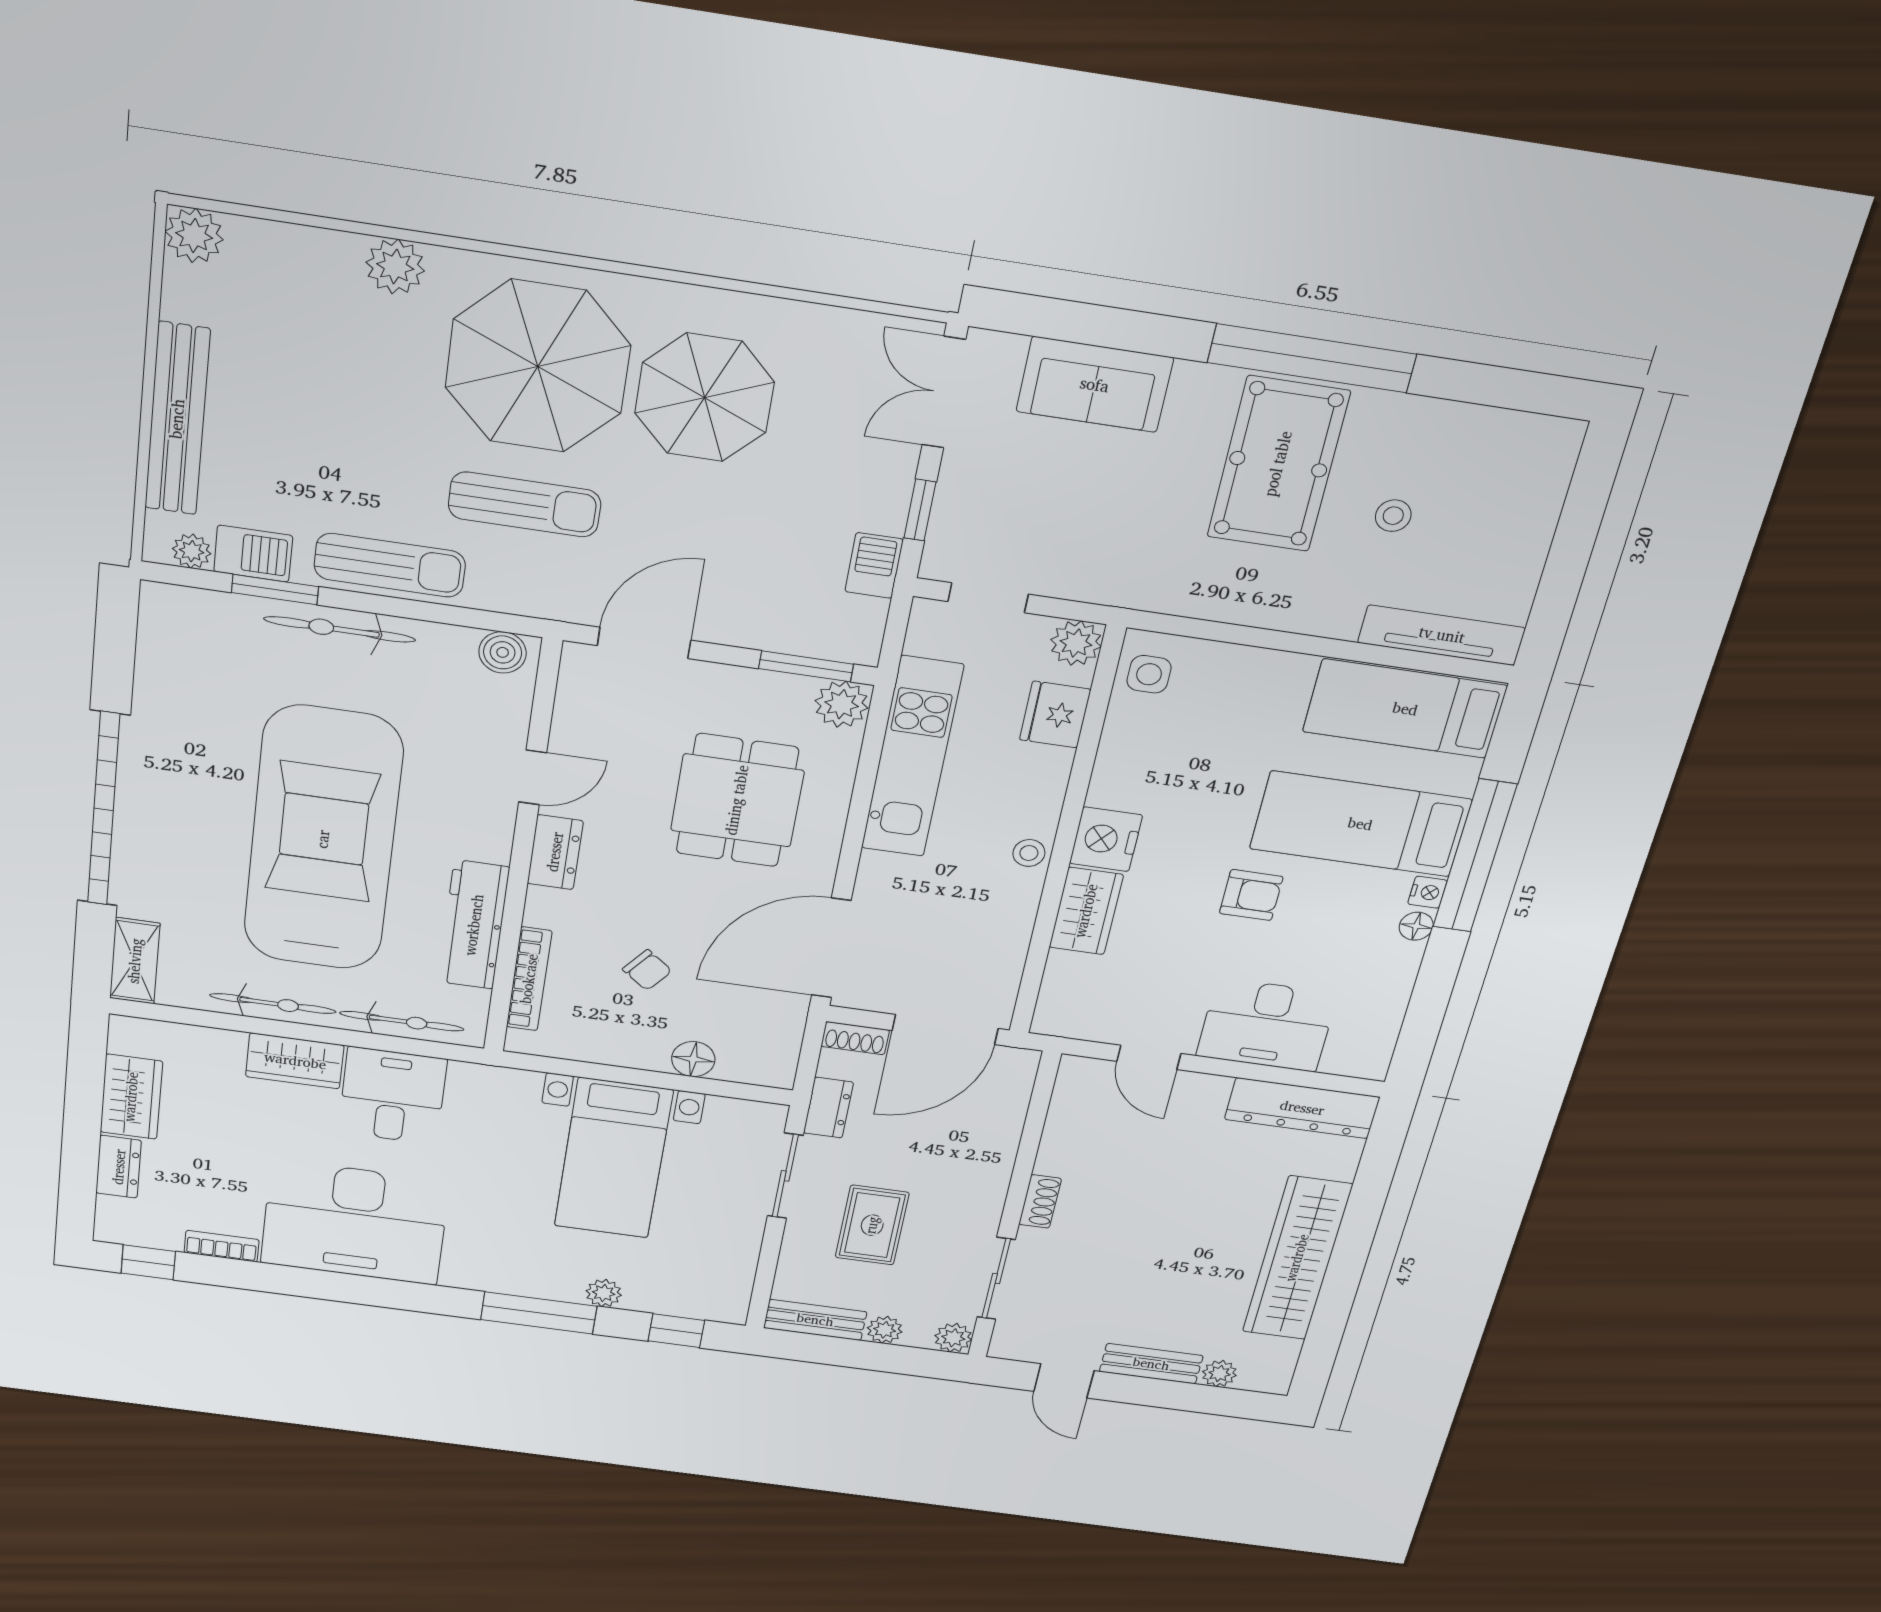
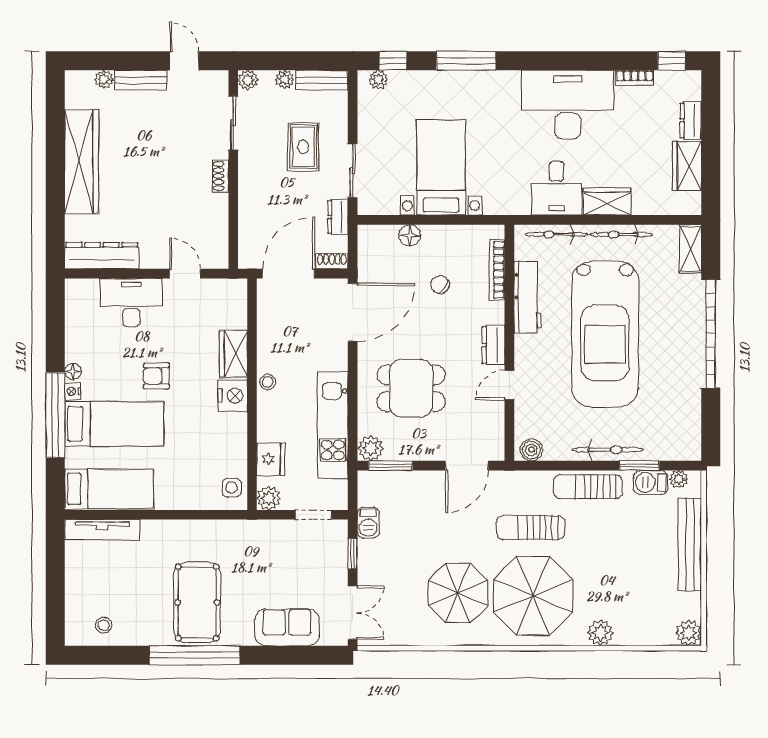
stool: (1393, 516) -> (104, 625), moved
dining table: (737, 800) -> (411, 388), turned 90
plant: (604, 1293) -> (378, 80), moved

